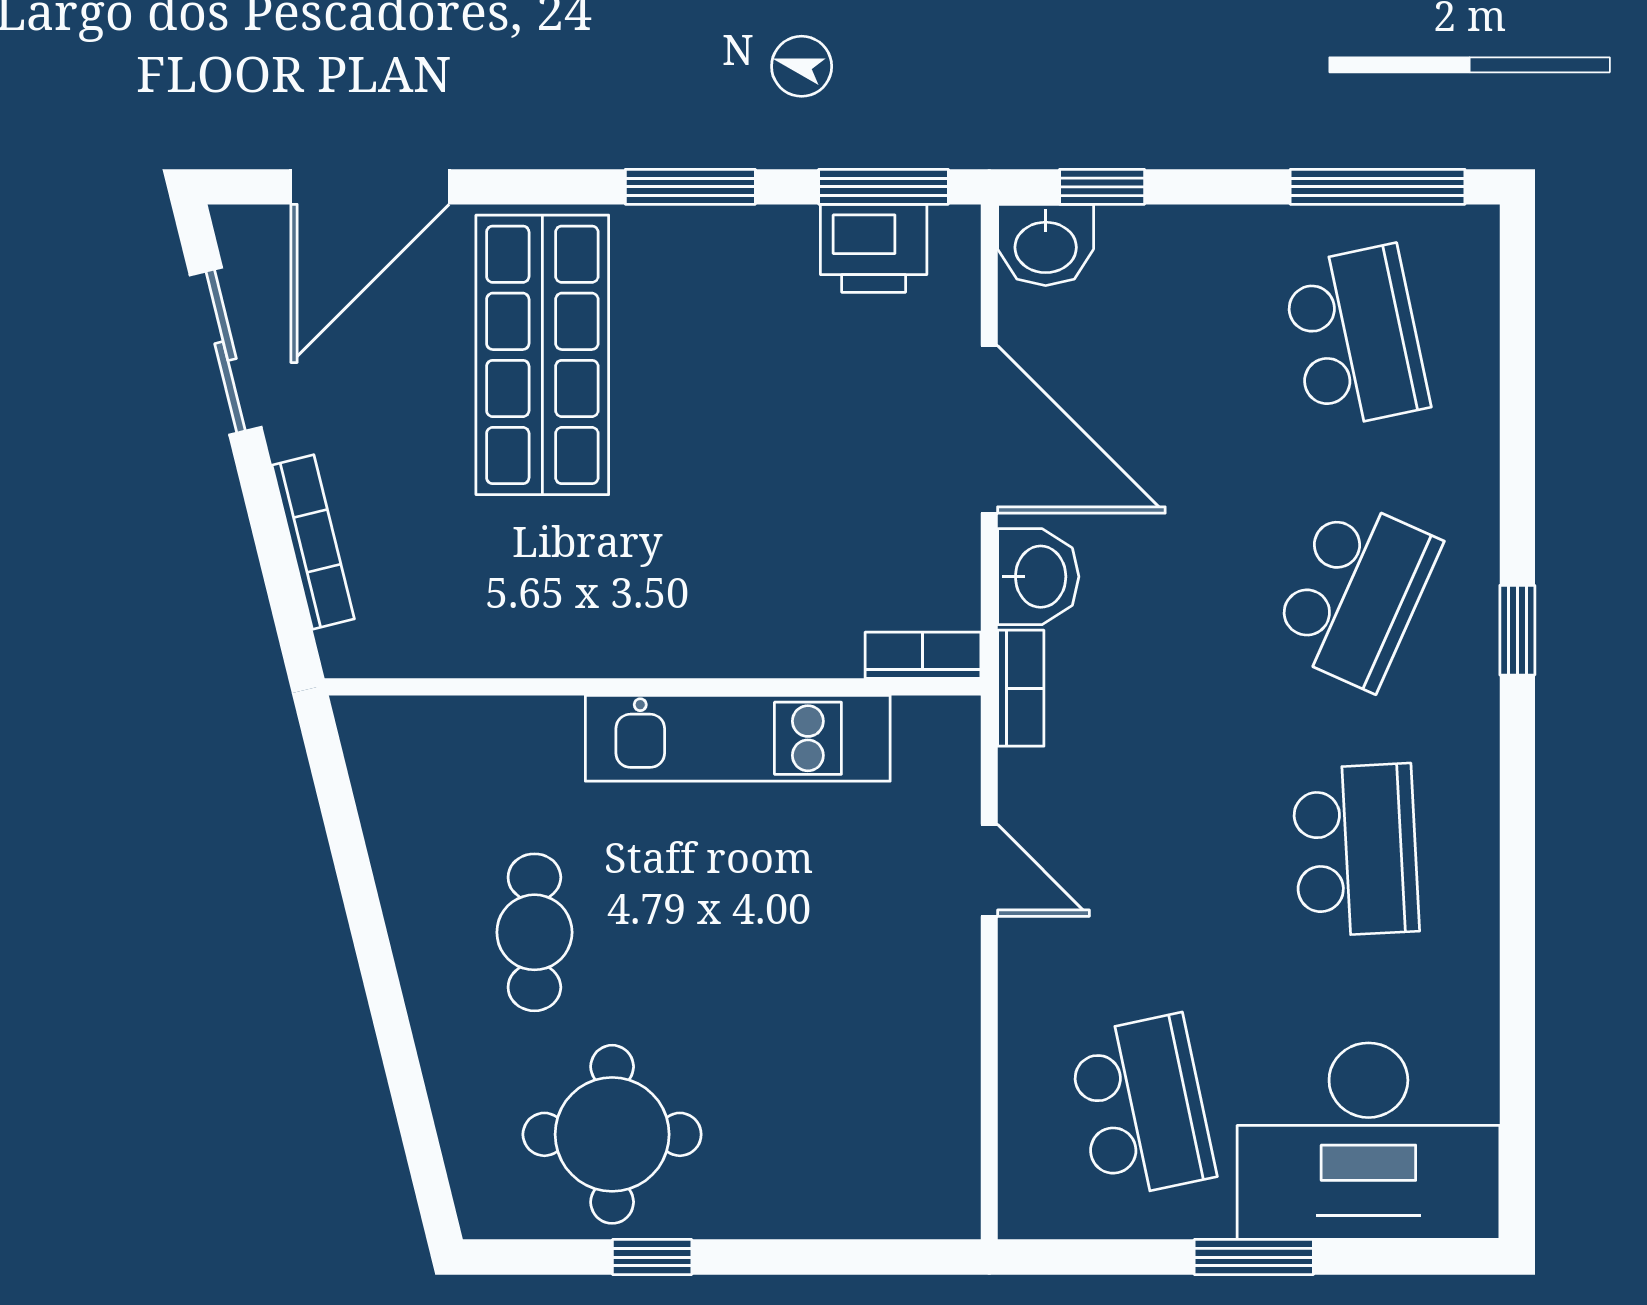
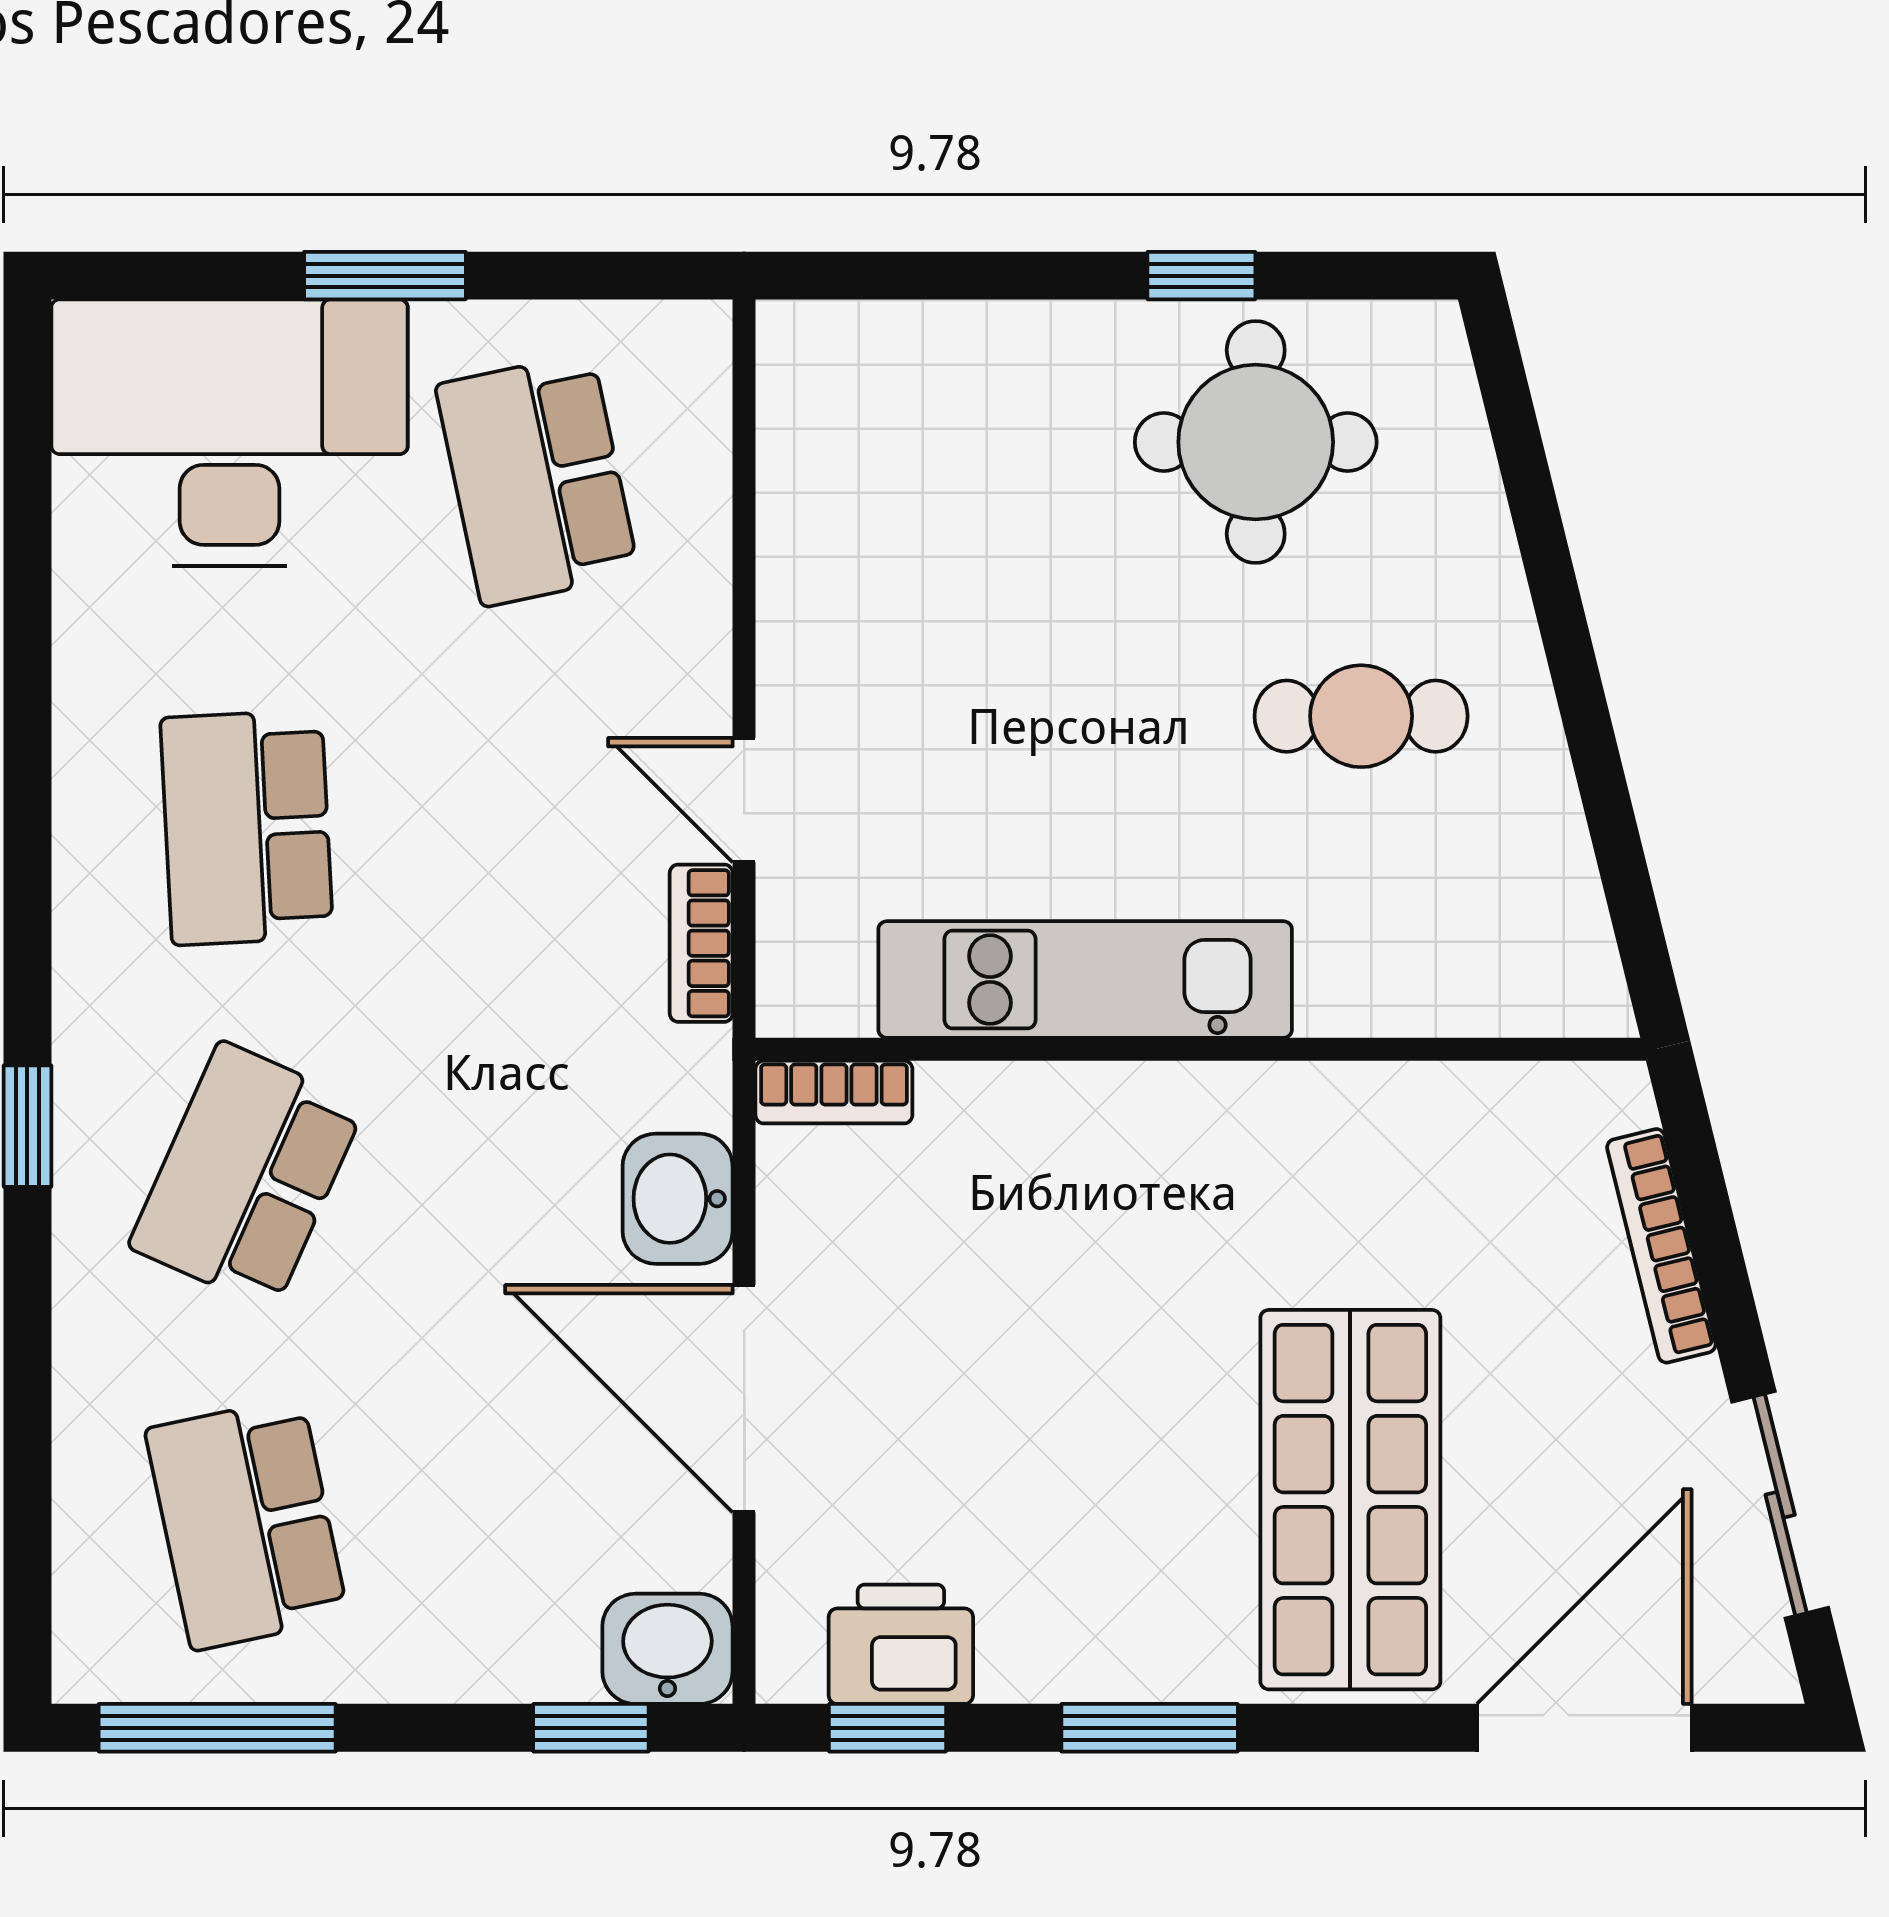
window: (883, 187) -> (888, 1728), width x0.67
bookcase: (1021, 688) -> (701, 943), moved
cafe table: (534, 932) -> (1361, 716), turned 90

